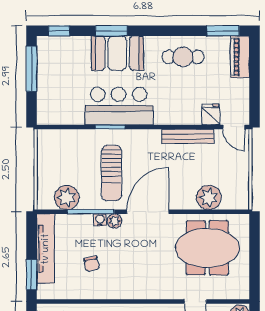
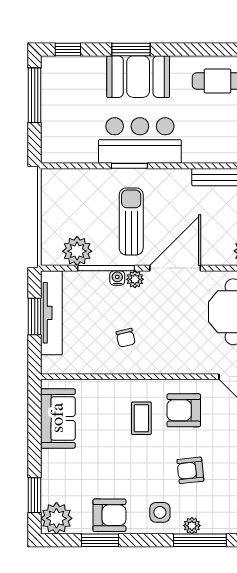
sun lounger: (111, 173) -> (131, 221), turned 180
chair: (92, 264) -> (126, 338), moved
window: (32, 275) -> (35, 316), moved

